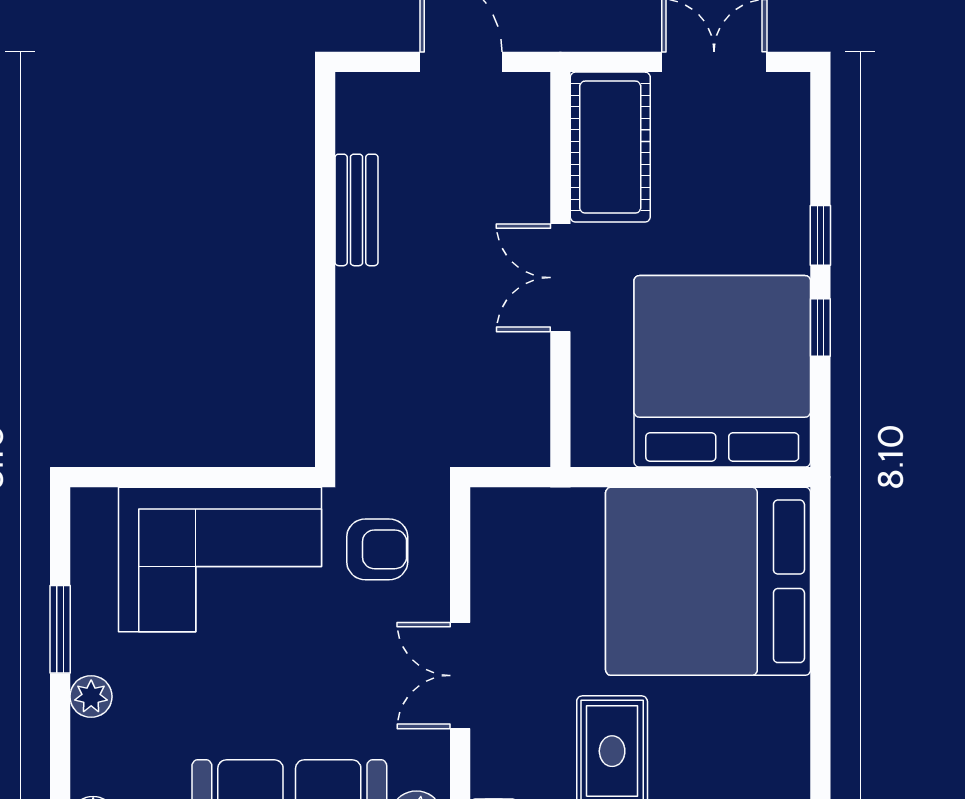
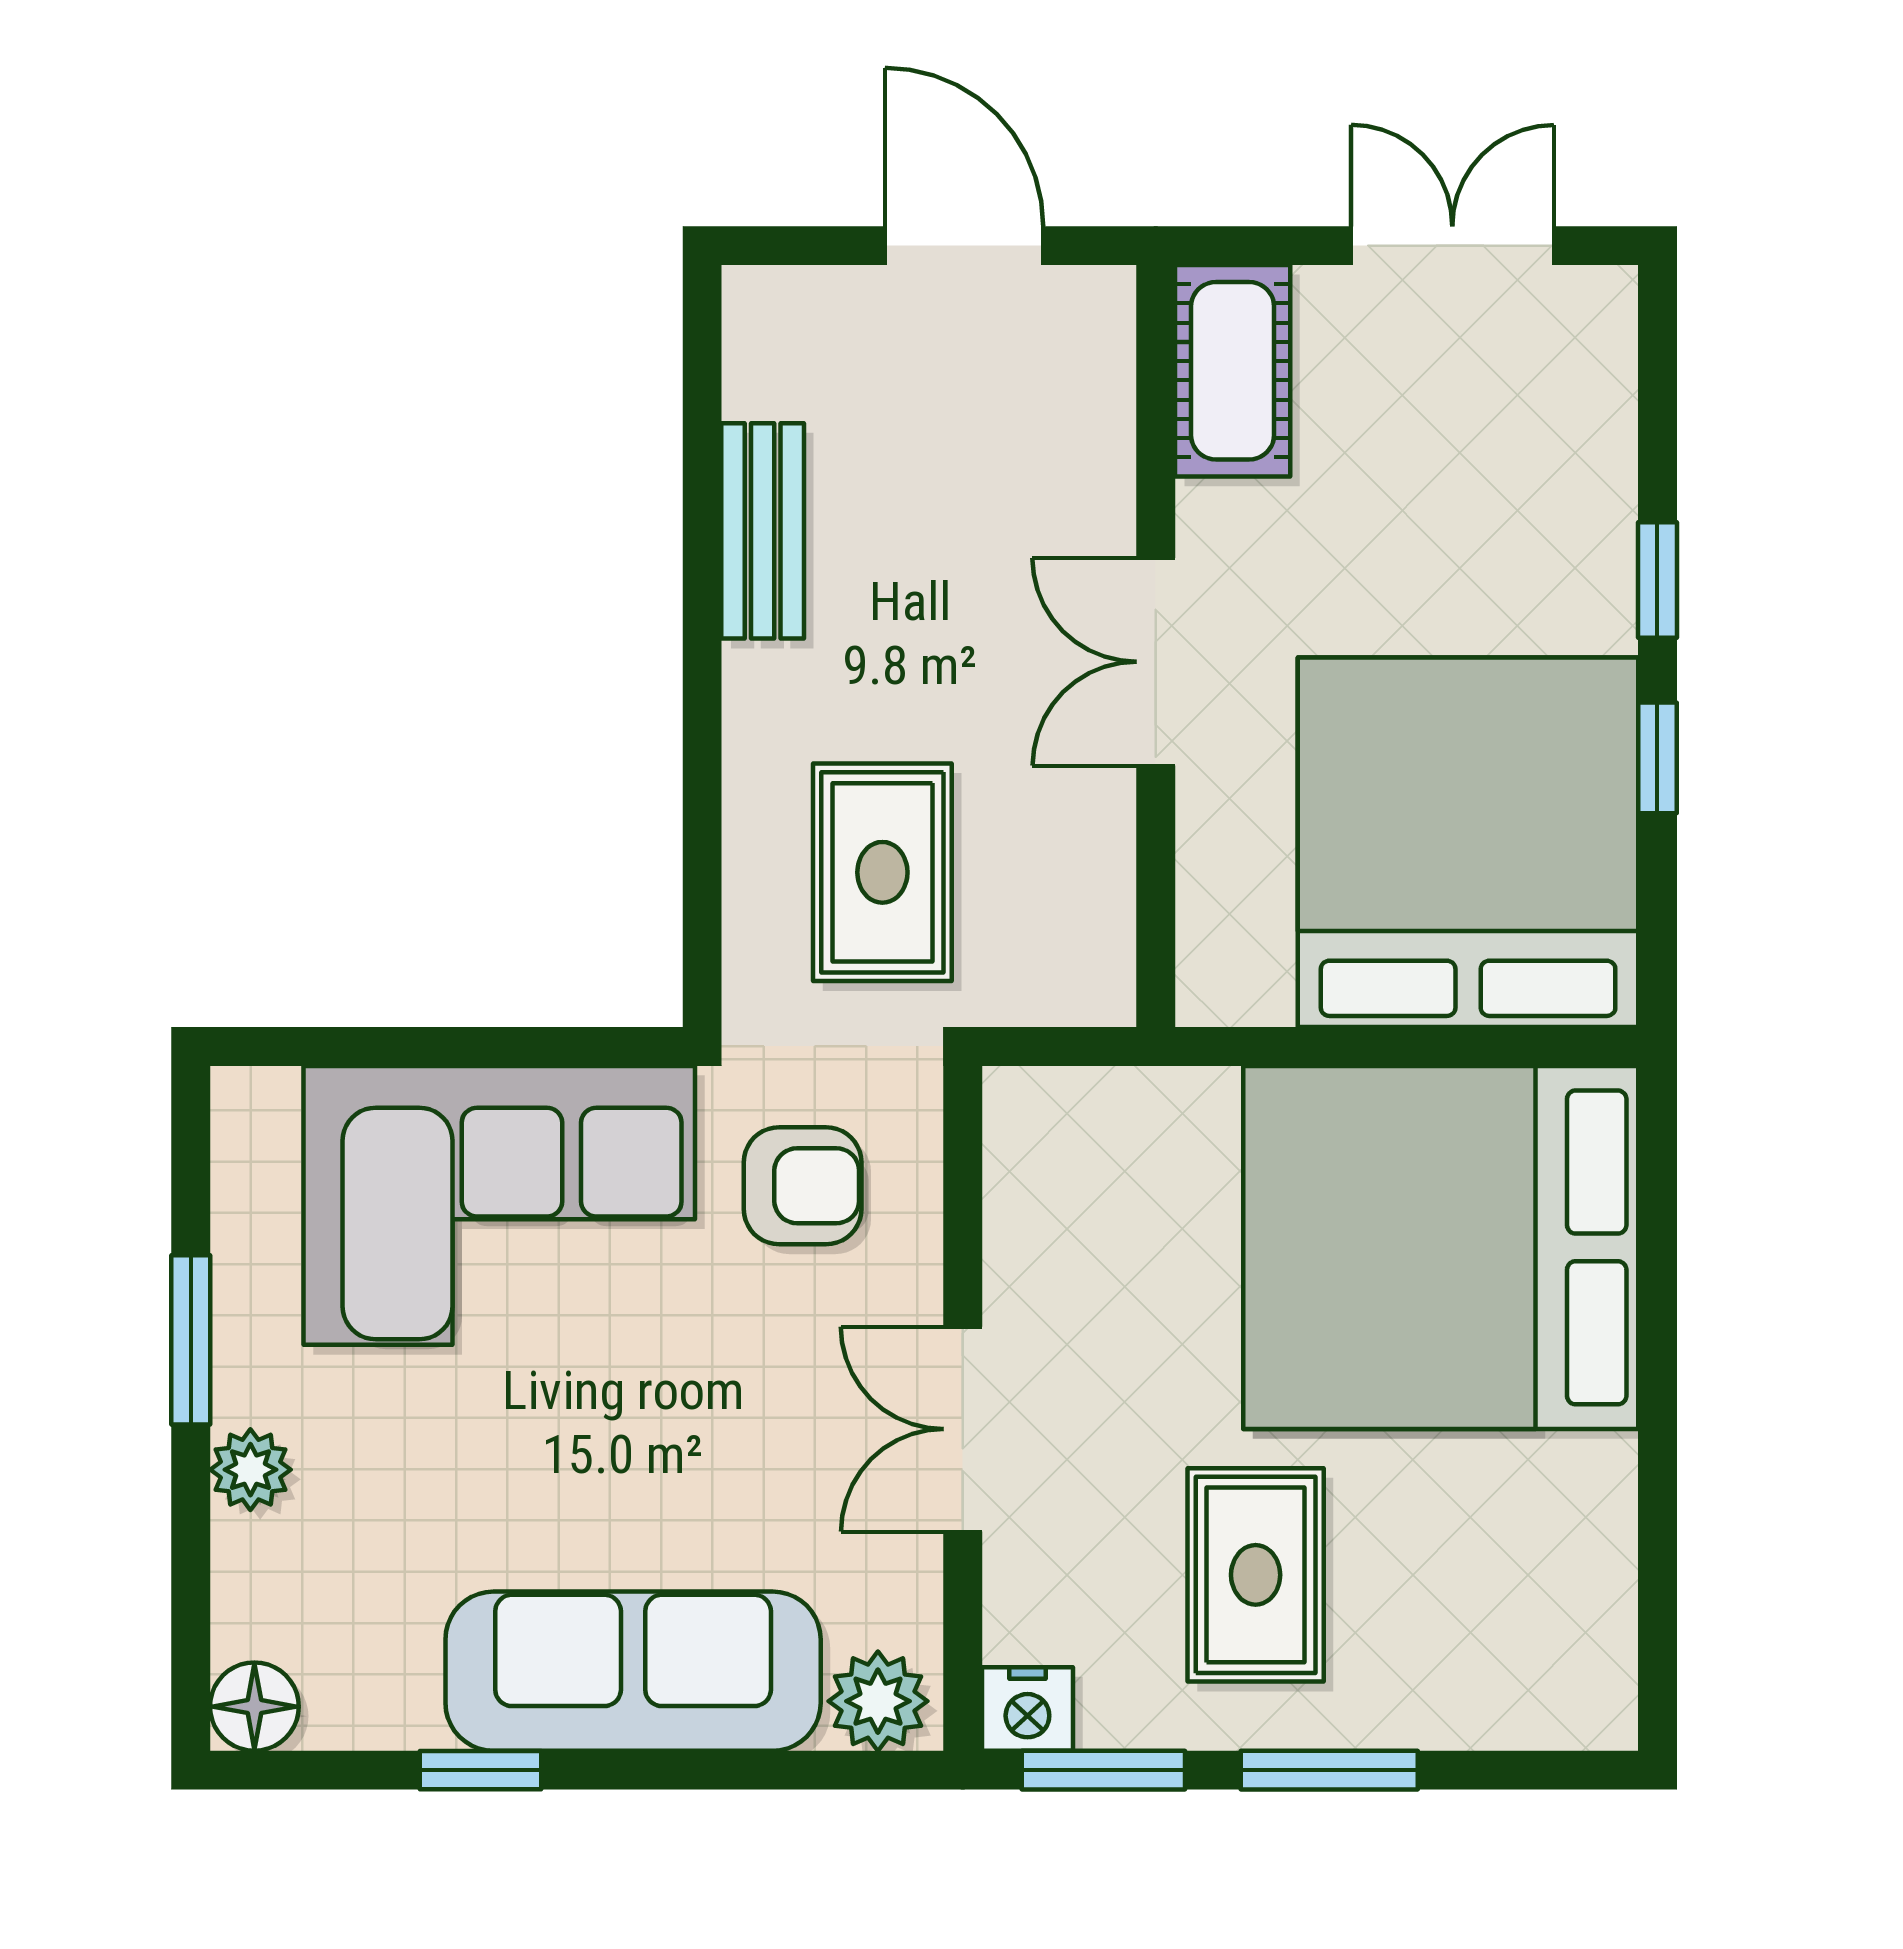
cot: (610, 147) -> (1233, 371), width x0.73, depth x0.75
rug: (419, 387) -> (882, 872), added

